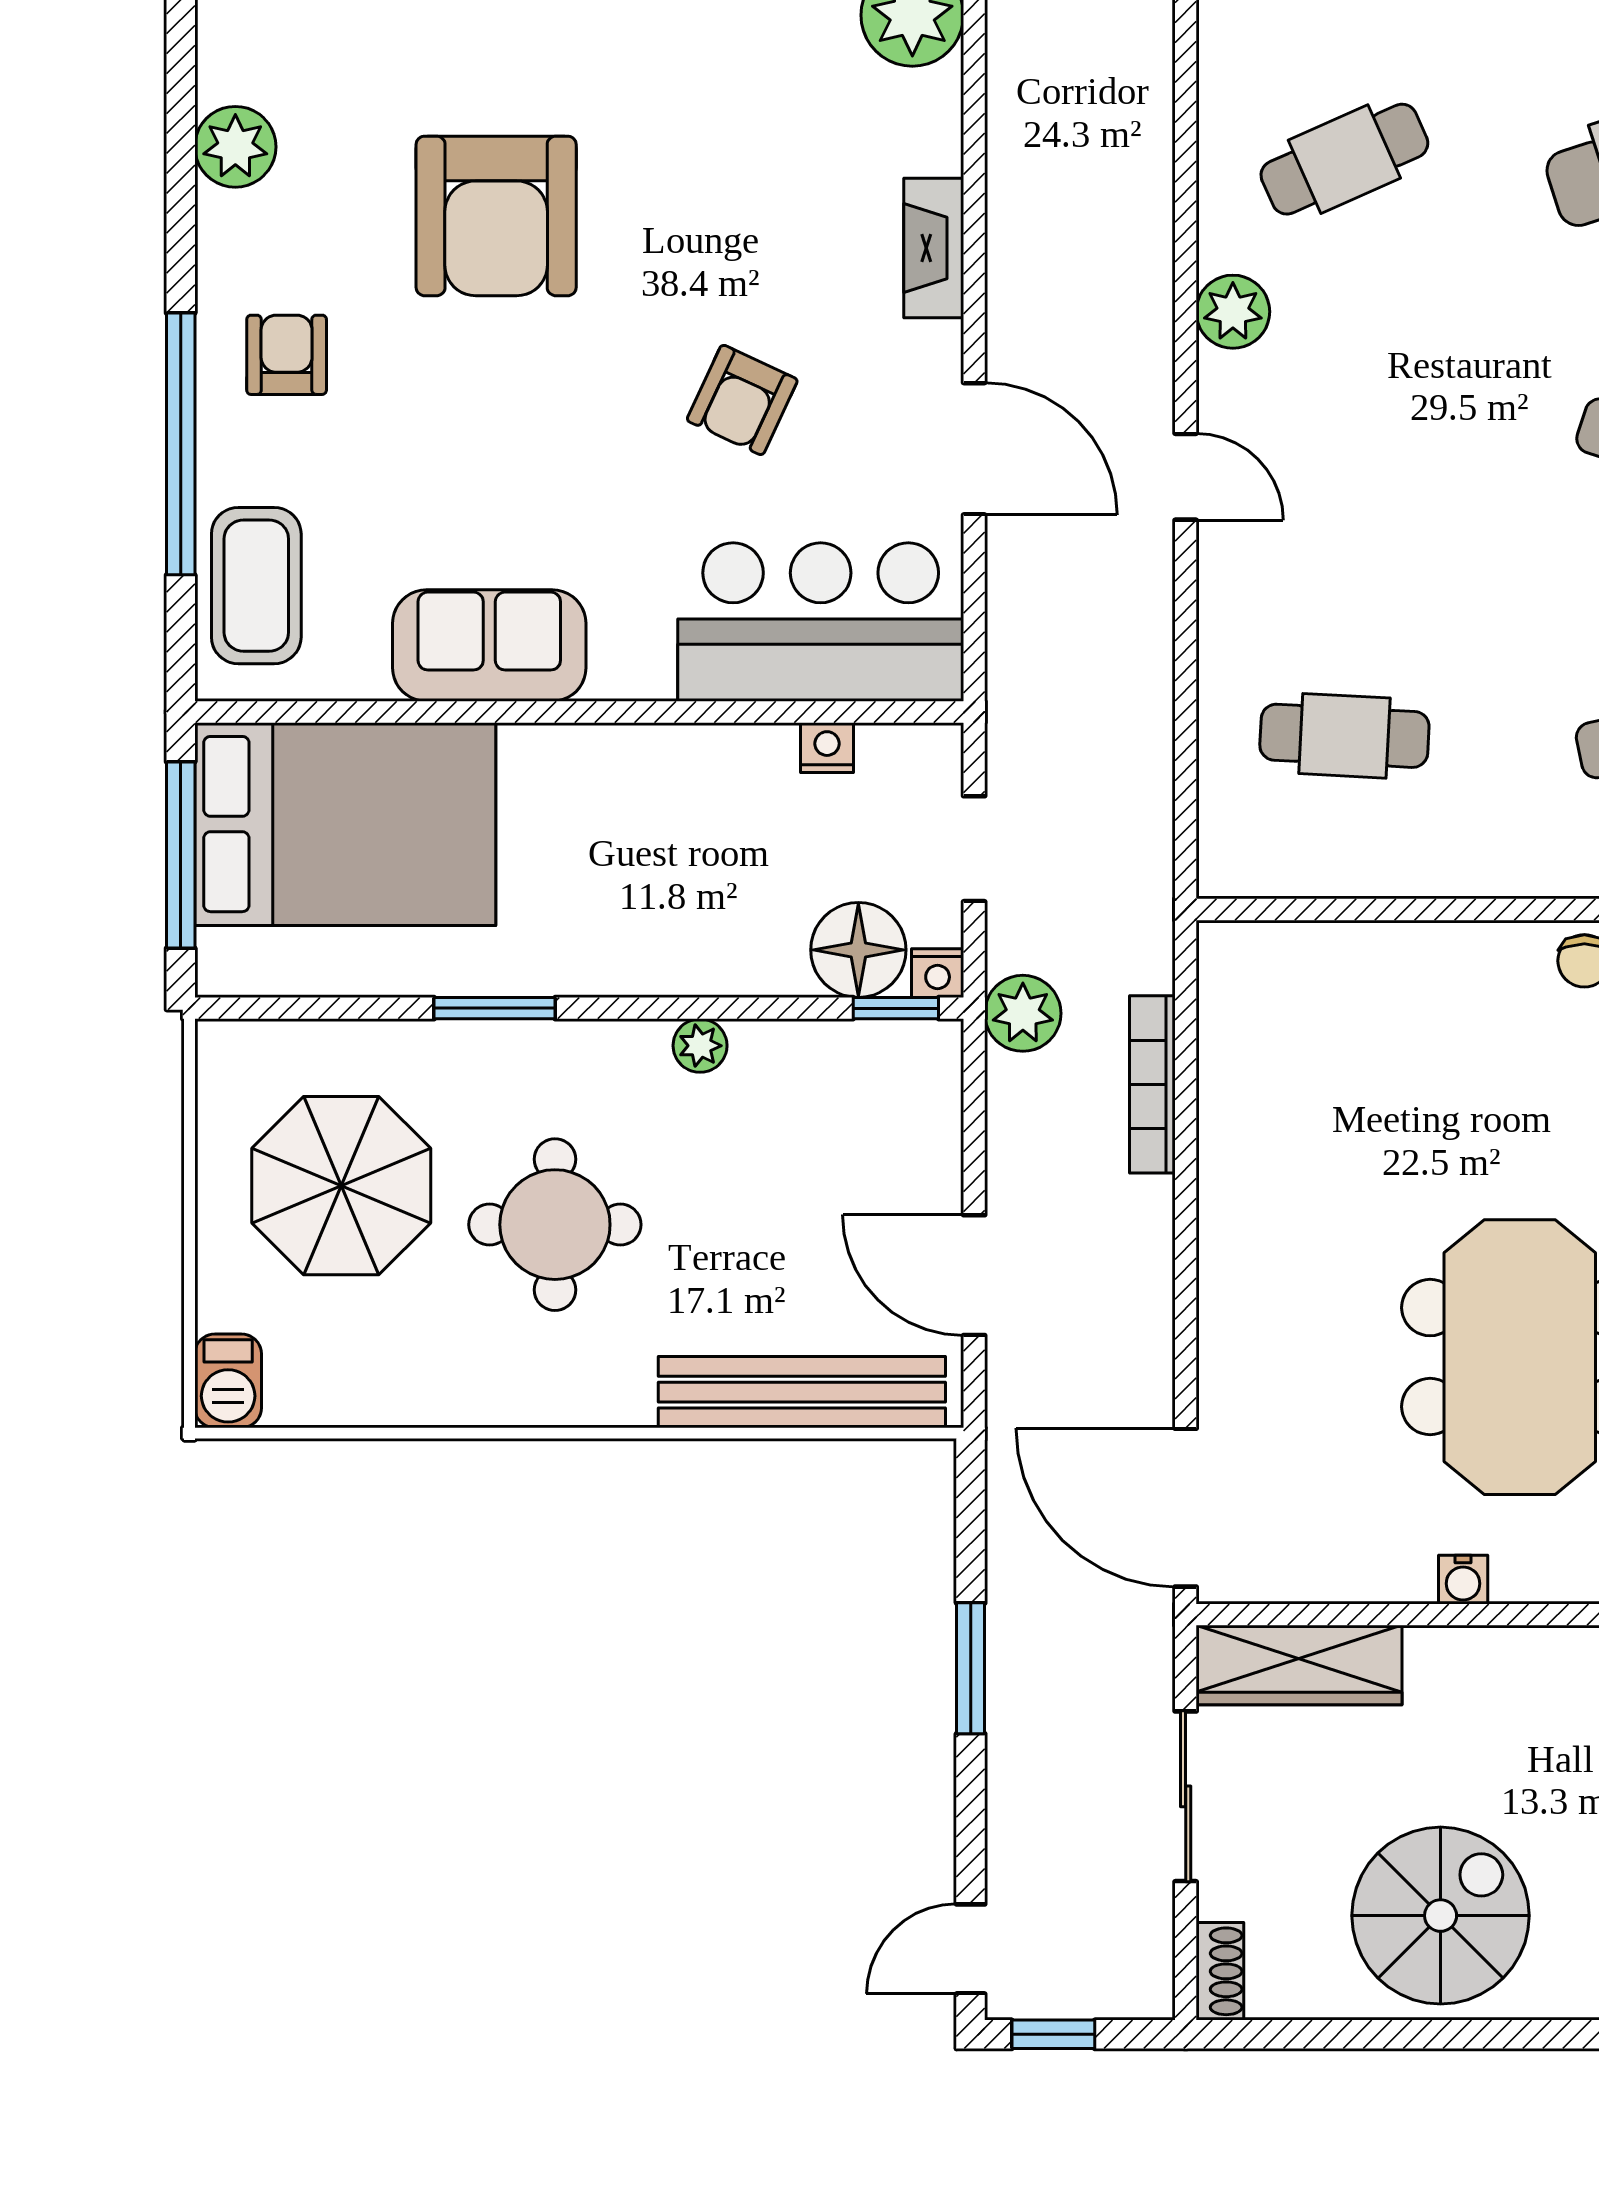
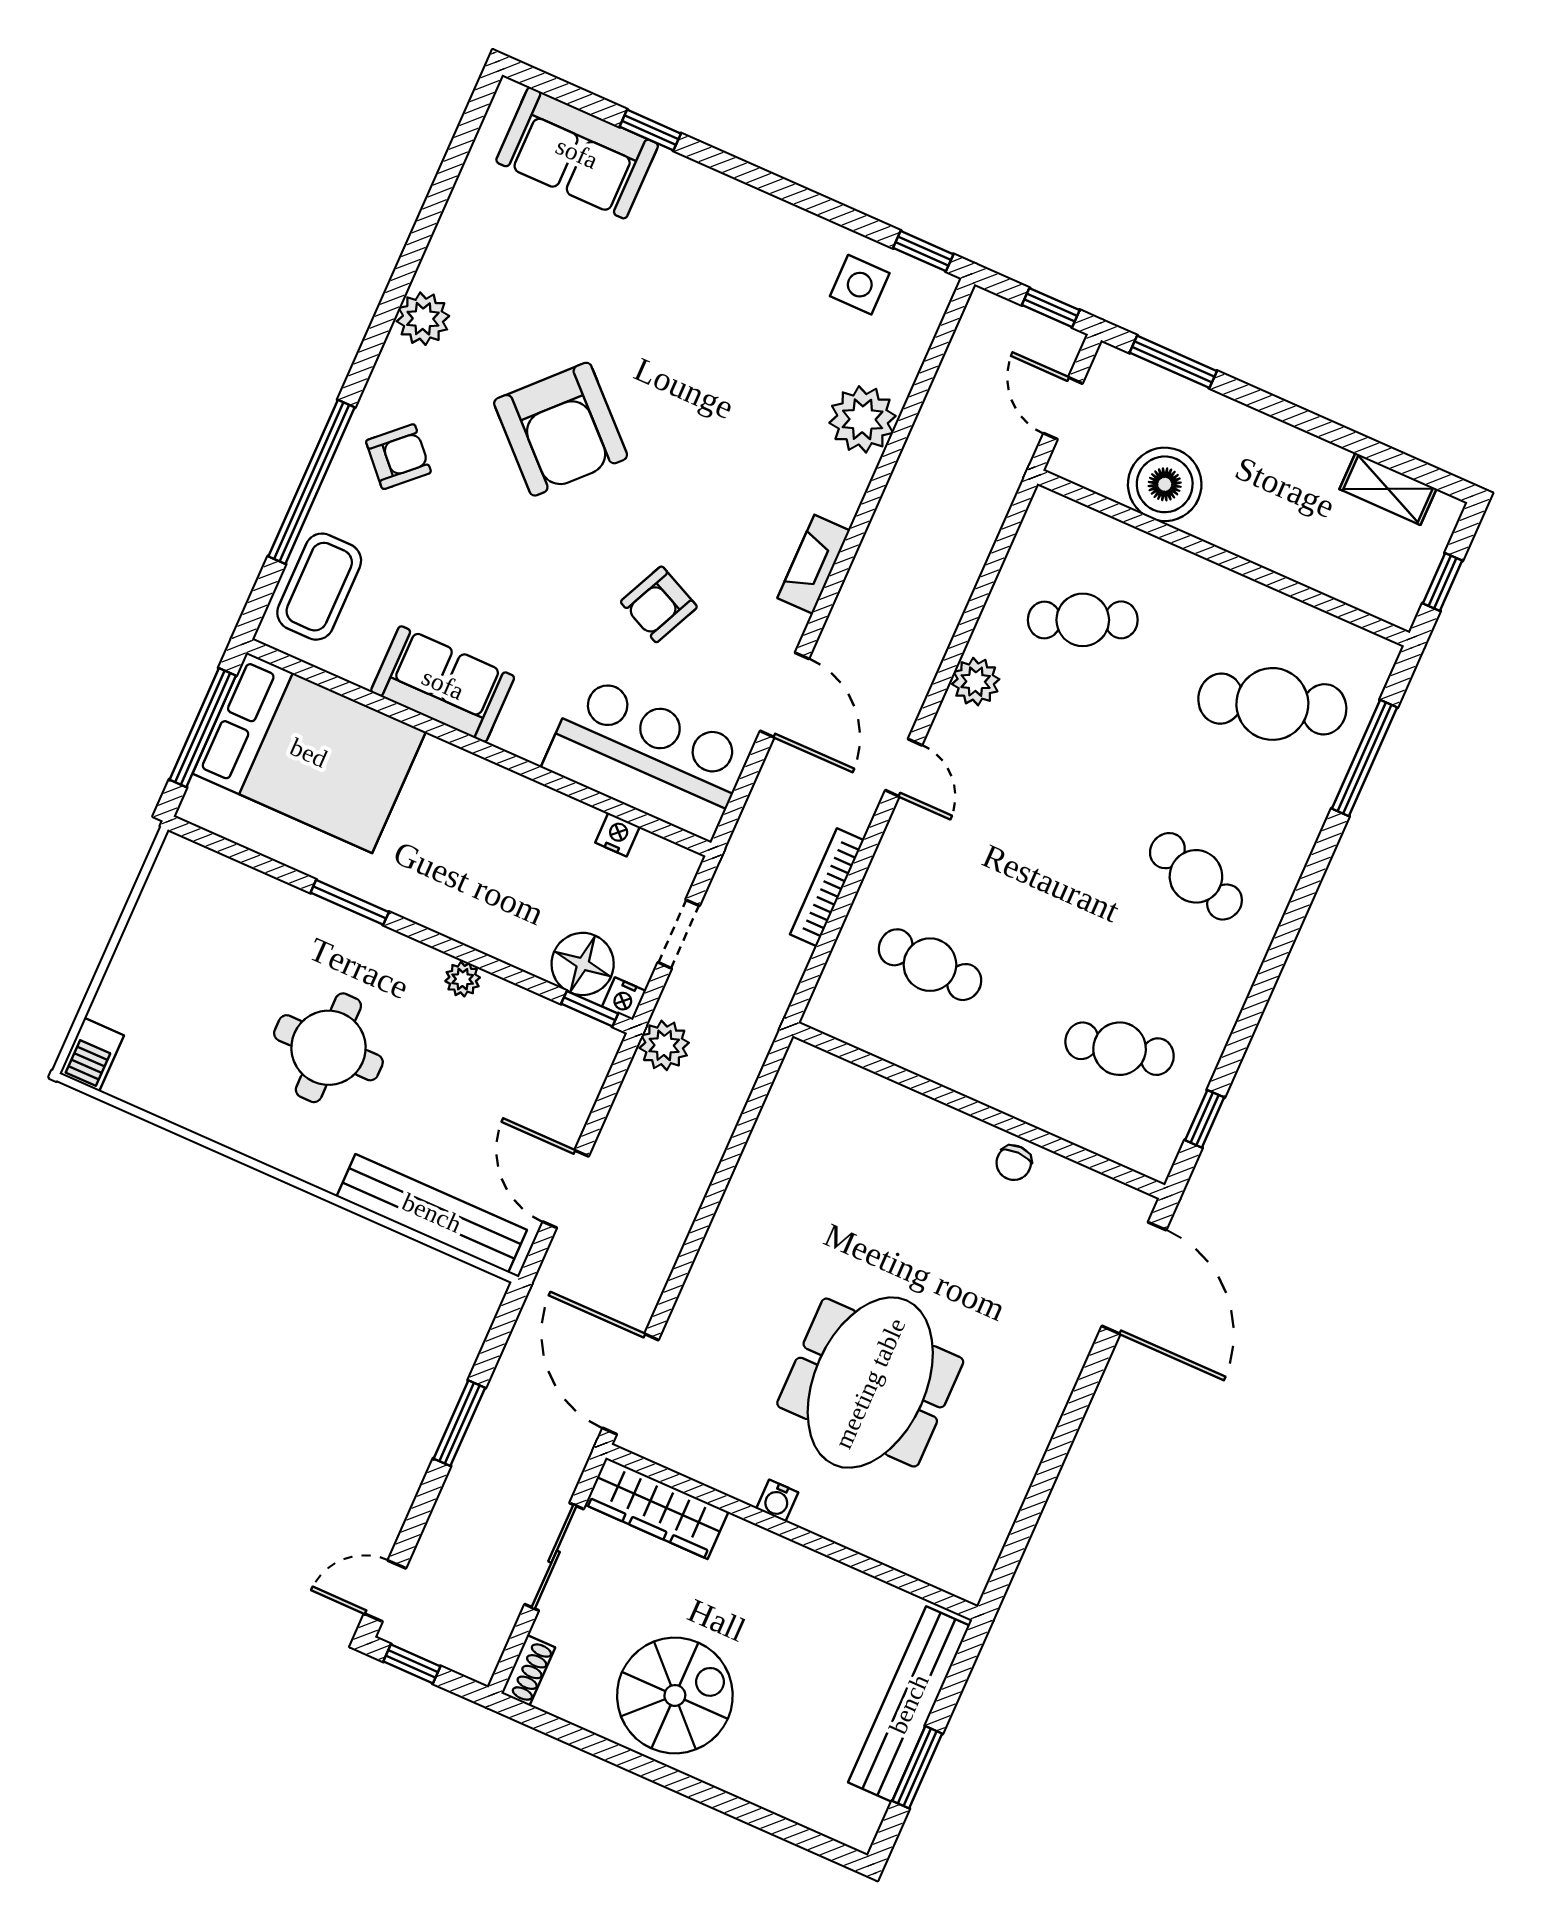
armchair: (496, 216) -> (561, 429), turned -46
armchair: (287, 355) -> (398, 457), turned 47
bookcase: (1152, 1084) -> (827, 887), moved
parasol: (341, 1186) -> (211, 968), removed

